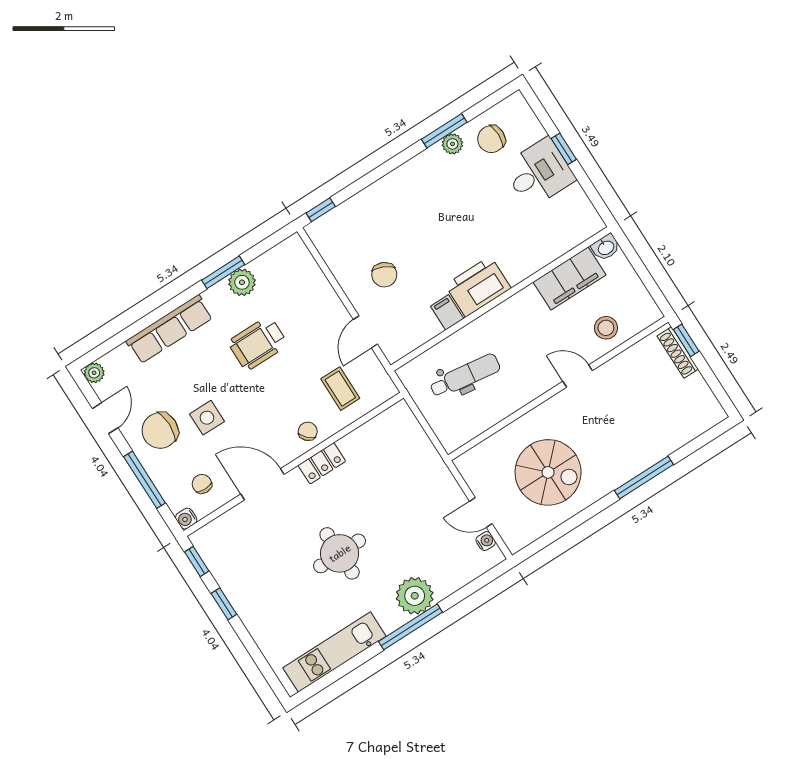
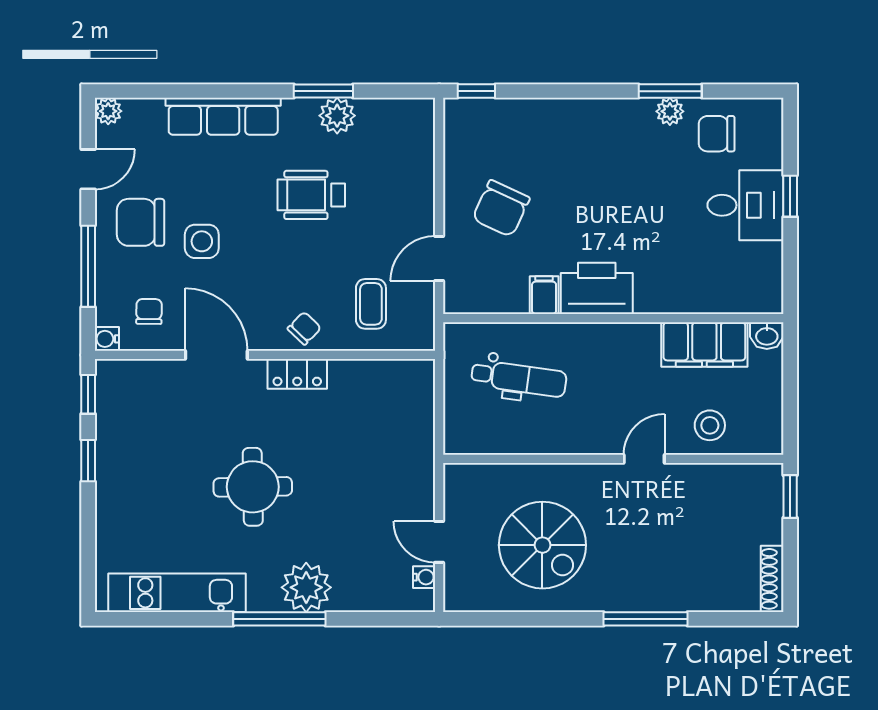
chair: (384, 275) -> (501, 208), width x1.37, depth x1.37
shoe rack: (678, 353) -> (772, 579), moved
door: (578, 376) -> (644, 459), hinge flipped

